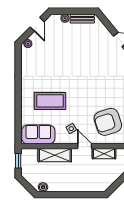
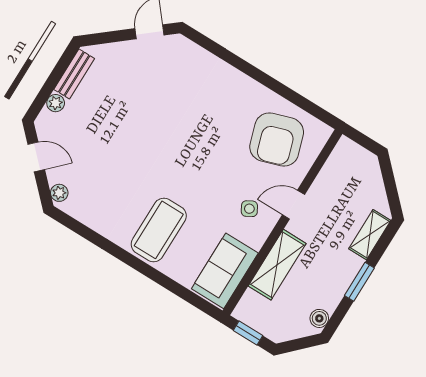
coffee table: (50, 101) -> (159, 230), moved
shelving: (104, 154) -> (370, 235), moved
window: (69, 195) -> (359, 282), added

